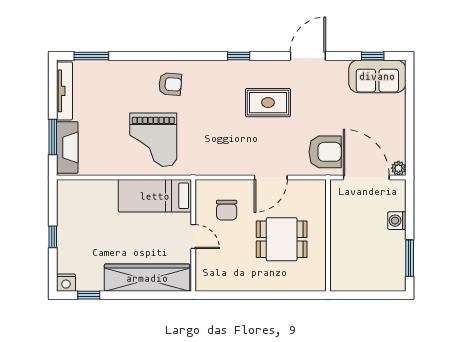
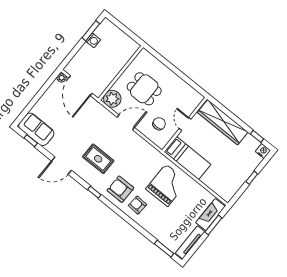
armchair: (325, 152) -> (120, 189), moved
plant: (312, 194) -> (112, 99), added
washing machine: (397, 221) -> (93, 40), moved

